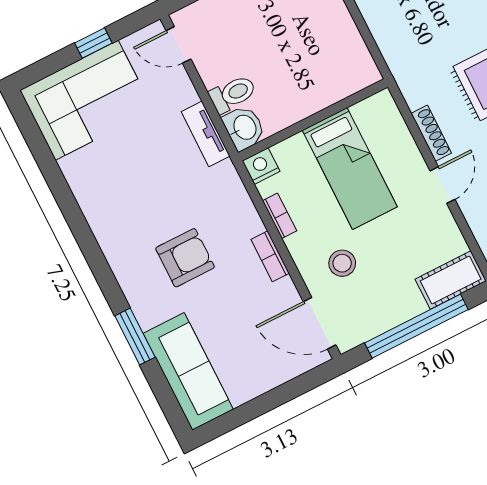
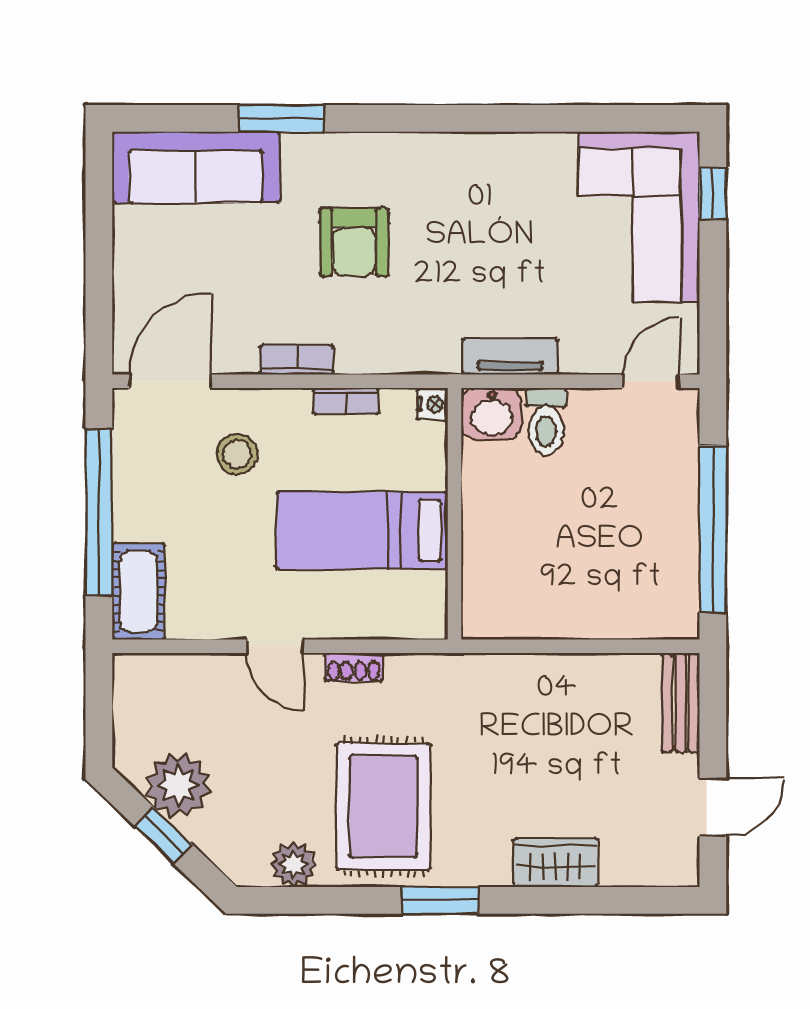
window: (93, 43) -> (713, 193), moved
shoe rack: (431, 133) -> (354, 667), width x0.70
nightstand: (261, 166) -> (433, 404), width x0.72, depth x0.74

